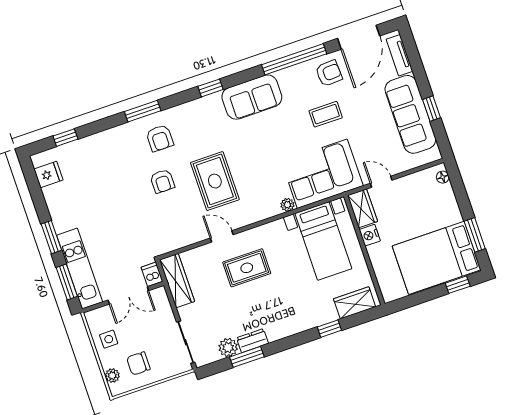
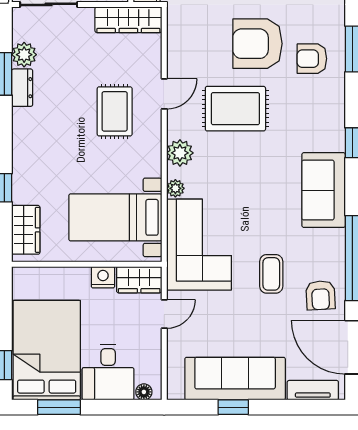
armchair: (162, 181) -> (257, 44), width x1.88, depth x1.88
desk: (437, 208) -> (108, 372), added
plant: (261, 210) -> (180, 153), added

